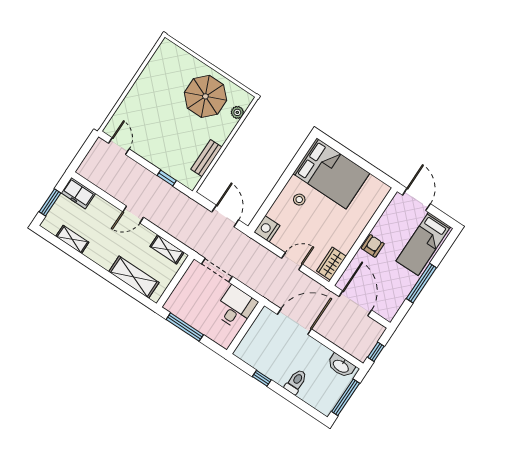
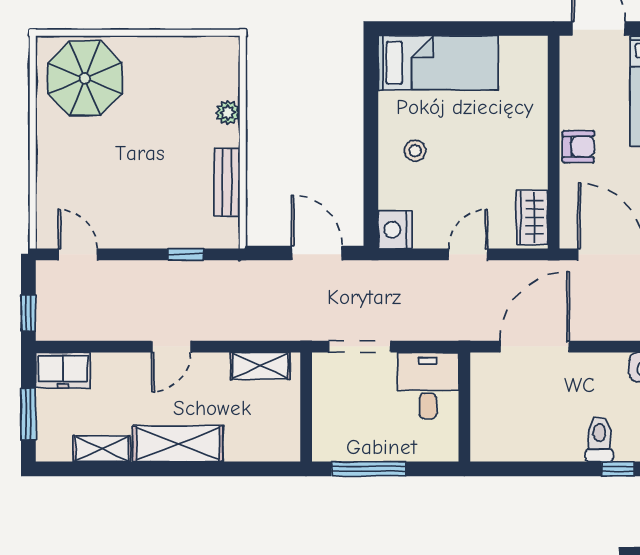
parasol: (205, 96) -> (85, 78), moved
plant: (237, 112) -> (228, 113), moved
window: (80, 158) -> (28, 313), added
bed: (331, 173) -> (438, 63), width x0.67
armchair: (373, 246) -> (578, 147), turned 90
shelving: (134, 277) -> (178, 444), moved
window: (262, 378) -> (618, 469), moved

